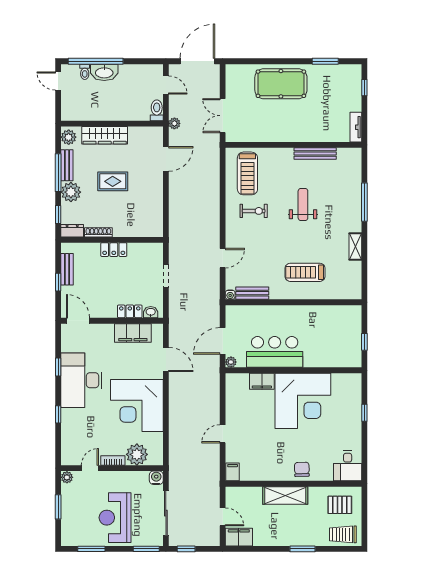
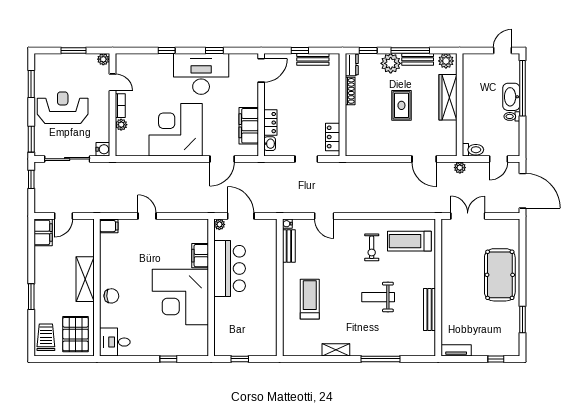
toilet: (85, 72) -> (512, 116), moved
weight bench: (303, 204) -> (378, 297), turned 180
locker: (114, 250) -> (333, 137), moved
plant: (137, 454) -> (121, 125), width x0.53, depth x0.53
pallet: (340, 505) -> (76, 334), width x1.50, depth x1.42

